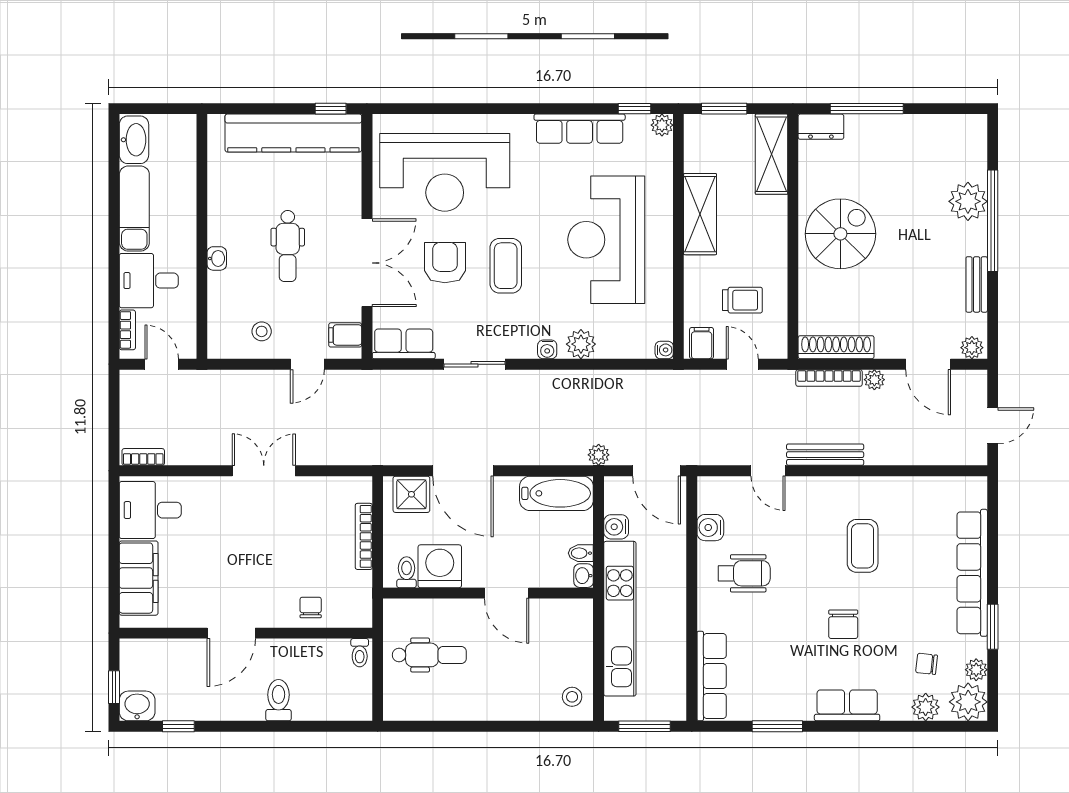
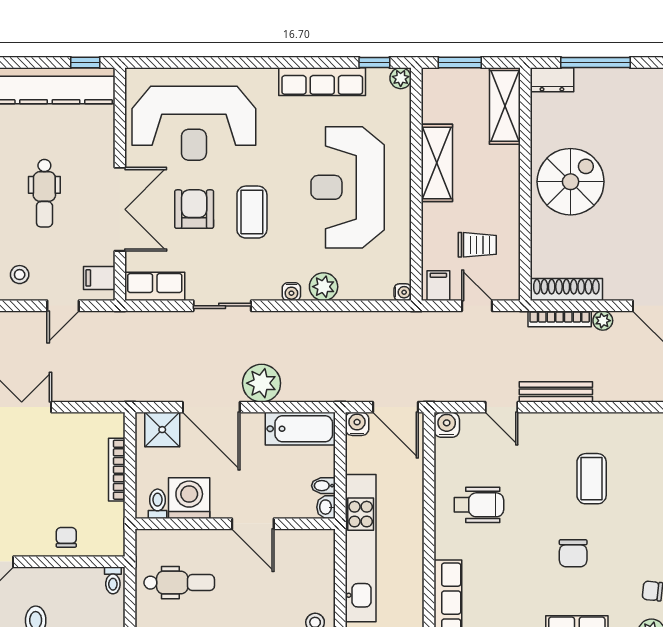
plant: (599, 455) -> (262, 383), moved, width x1.87, depth x1.87
water cooler: (616, 527) -> (357, 424), moved, turned 90
water cooler: (710, 528) -> (447, 425), moved, turned 90

